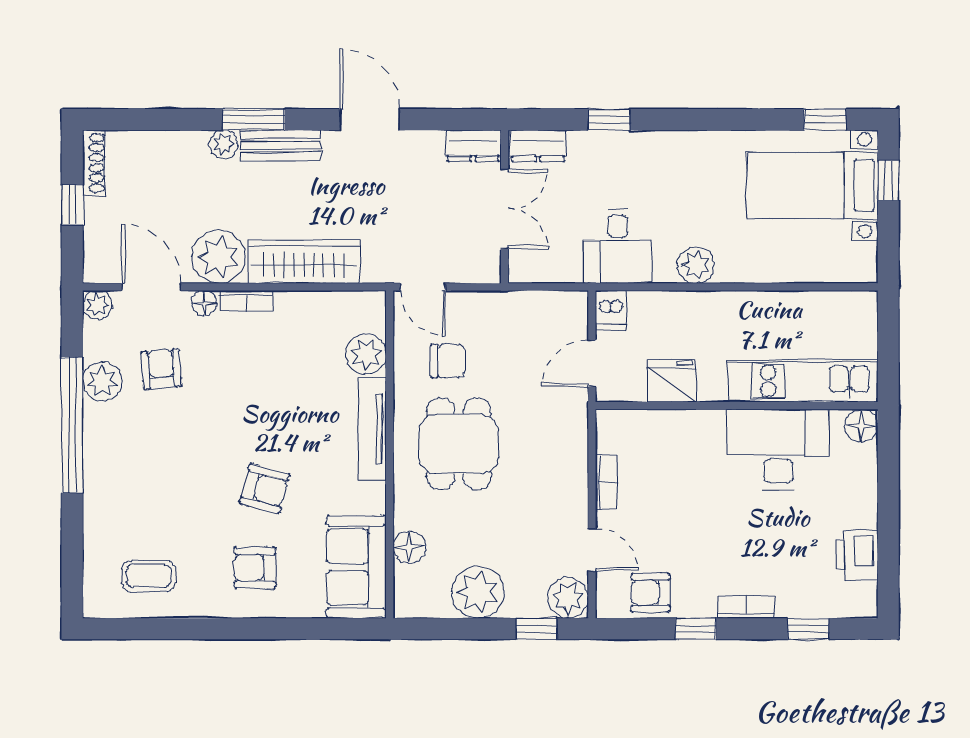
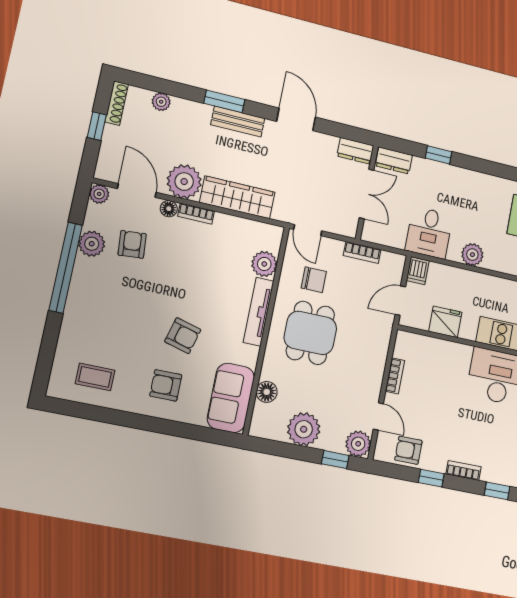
plant: (224, 144) -> (161, 102), moved
bookcase: (516, 302) -> (362, 252), added

